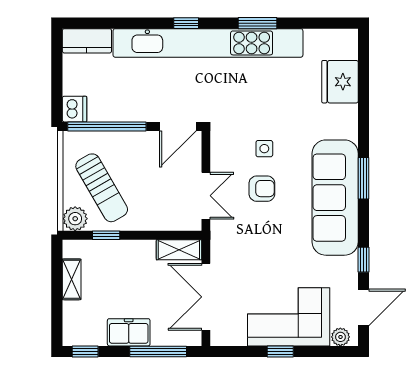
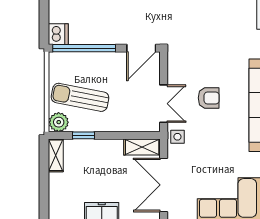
side table: (264, 149) -> (177, 137), moved
sun lounger: (102, 188) -> (80, 97), turned 131
shelving: (72, 279) -> (56, 155), moved

